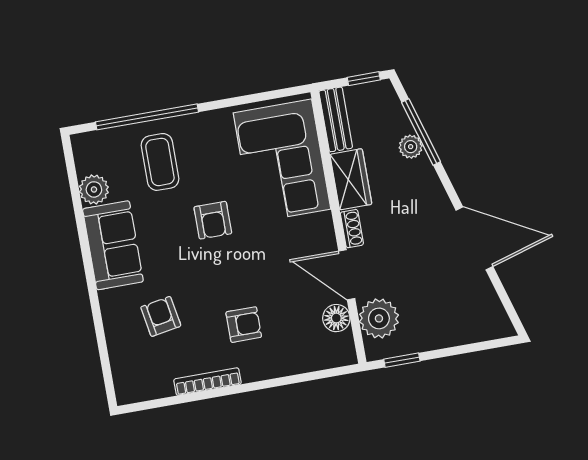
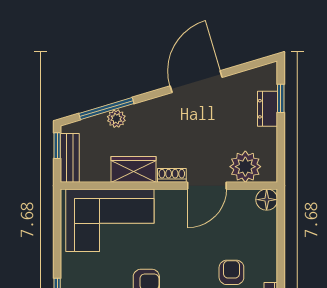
bench: (336, 119) -> (70, 158), moved, turned 90
floor lamp: (336, 318) -> (267, 200), moved
dresser: (456, 334) -> (268, 109), added
window: (402, 360) -> (281, 98), moved

